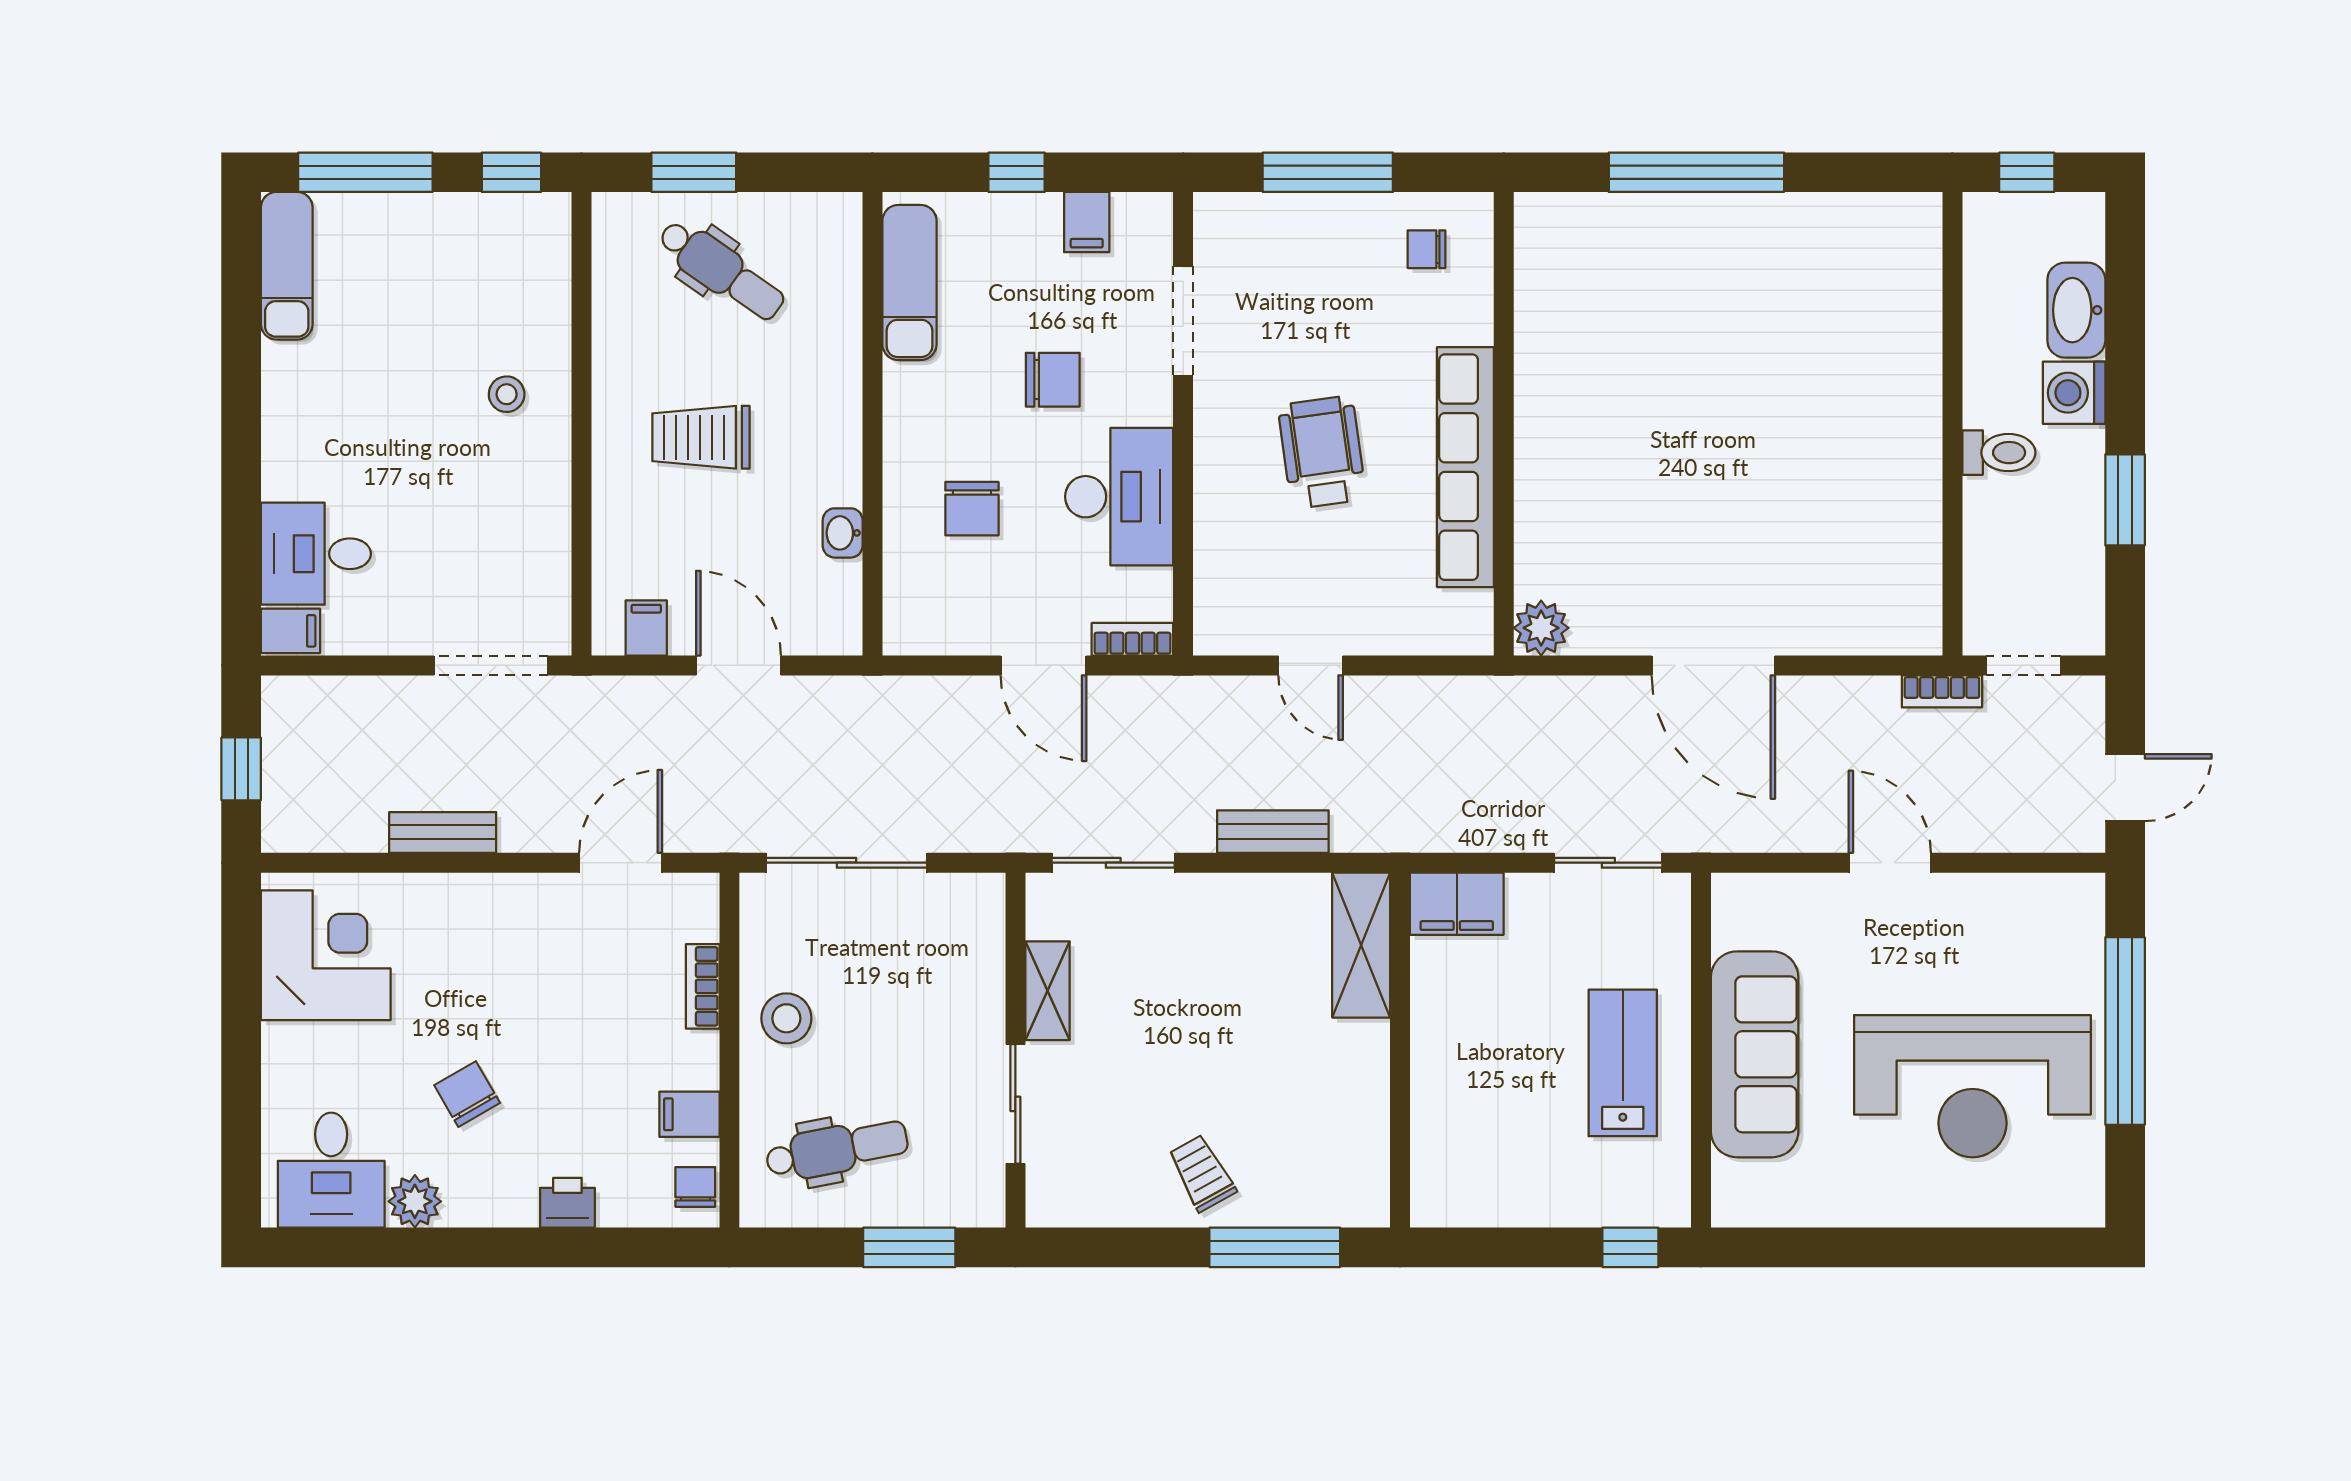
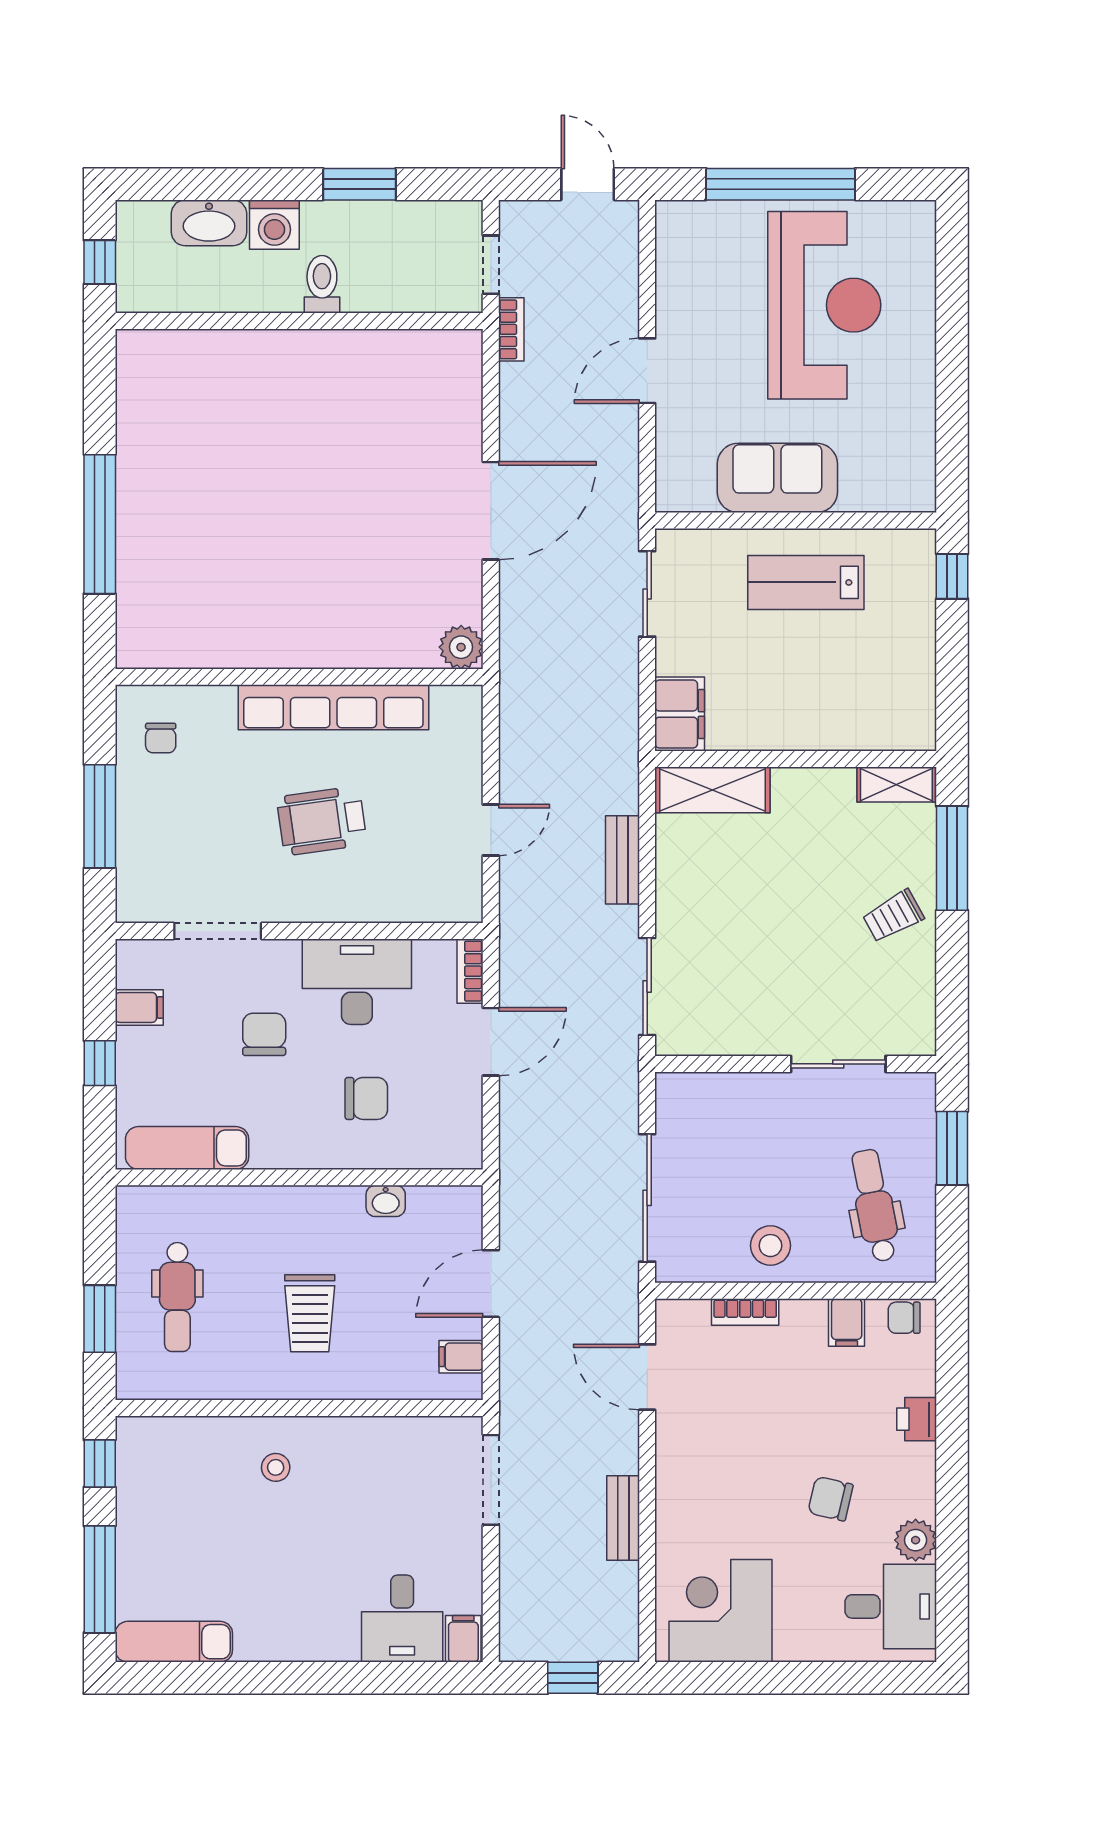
dental chair: (721, 270) -> (177, 1297), turned 145
shelving: (1047, 991) -> (896, 784), moved
sofa: (1755, 1054) -> (777, 478), width x0.73
chair: (467, 1094) -> (831, 1499), turned 43

